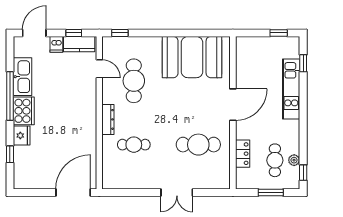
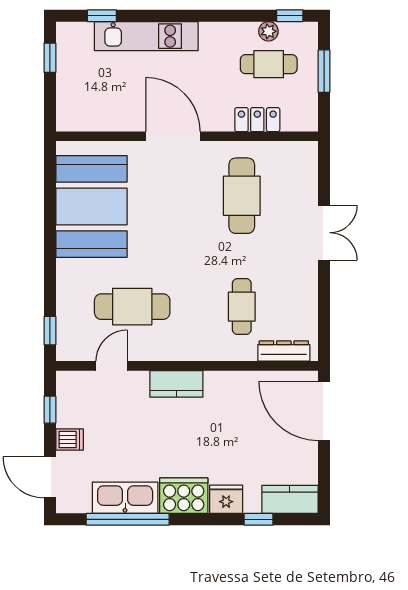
kitchen counter: (79, 44) -> (176, 384), moved, turned 90
window: (10, 96) -> (128, 519), moved
dresser: (108, 119) -> (284, 351), moved
kitchen counter: (22, 173) -> (290, 499), added

